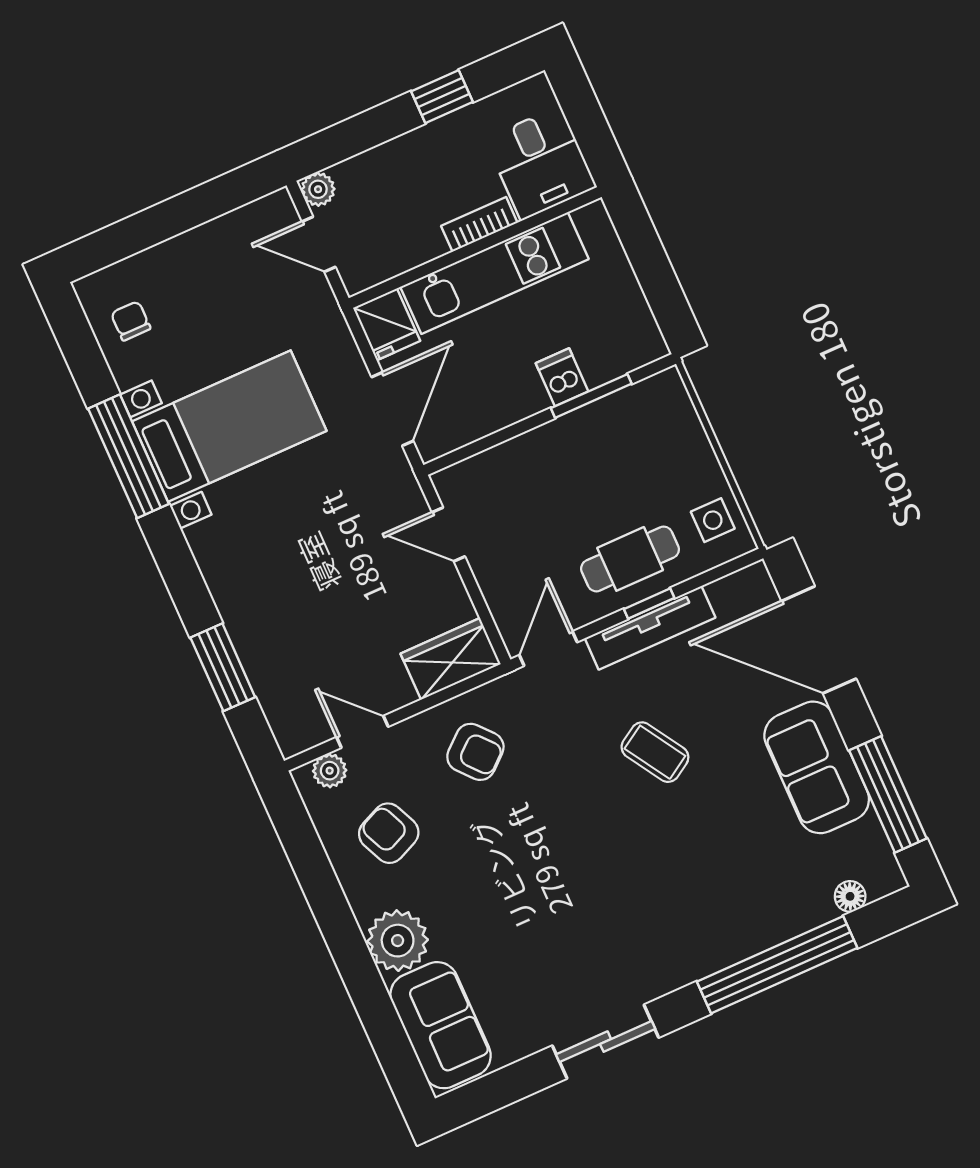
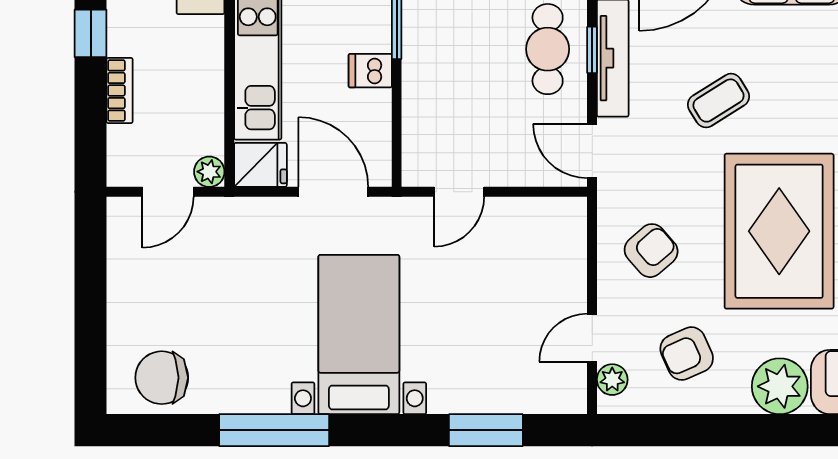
plant: (318, 189) -> (209, 172), moved
bookcase: (479, 224) -> (120, 91), moved, turned 180
chair: (131, 321) -> (162, 378), width x1.87, depth x1.87
dishwasher: (562, 377) -> (370, 71), moved
bed with nightstands: (229, 426) -> (359, 335), moved
wardrobe: (451, 659) -> (564, 237), removed
rug: (552, 871) -> (779, 231), added

